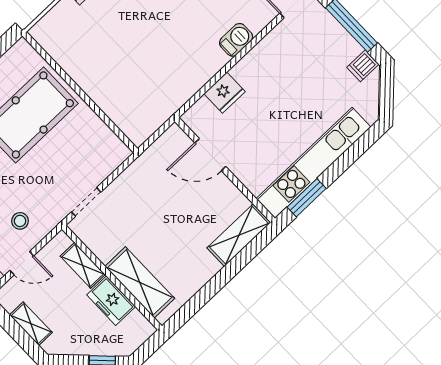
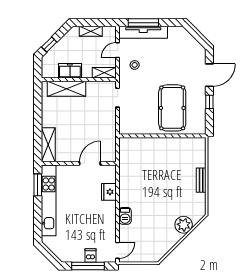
dishwasher: (363, 66) -> (91, 255), moved
shelving: (83, 265) -> (104, 73), moved

